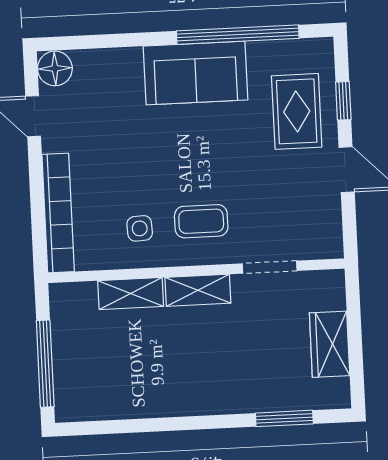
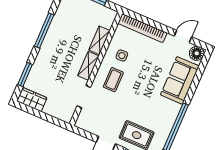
sofa: (195, 73) -> (180, 80), moved
wardrobe: (330, 344) -> (32, 99), moved
window: (168, 424) -> (44, 30), added

